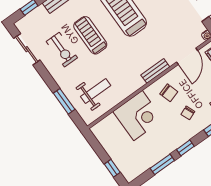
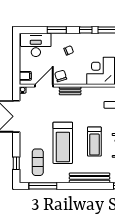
chair: (169, 93) -> (61, 76), moved

